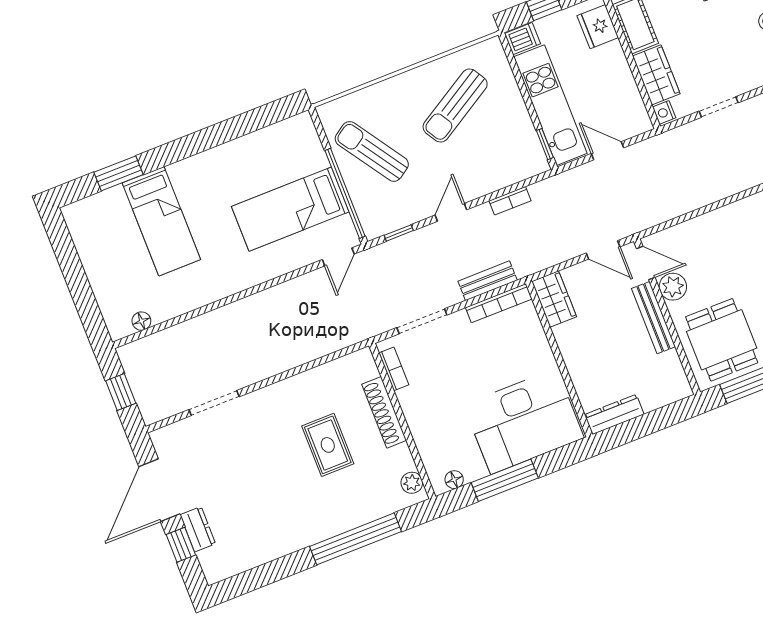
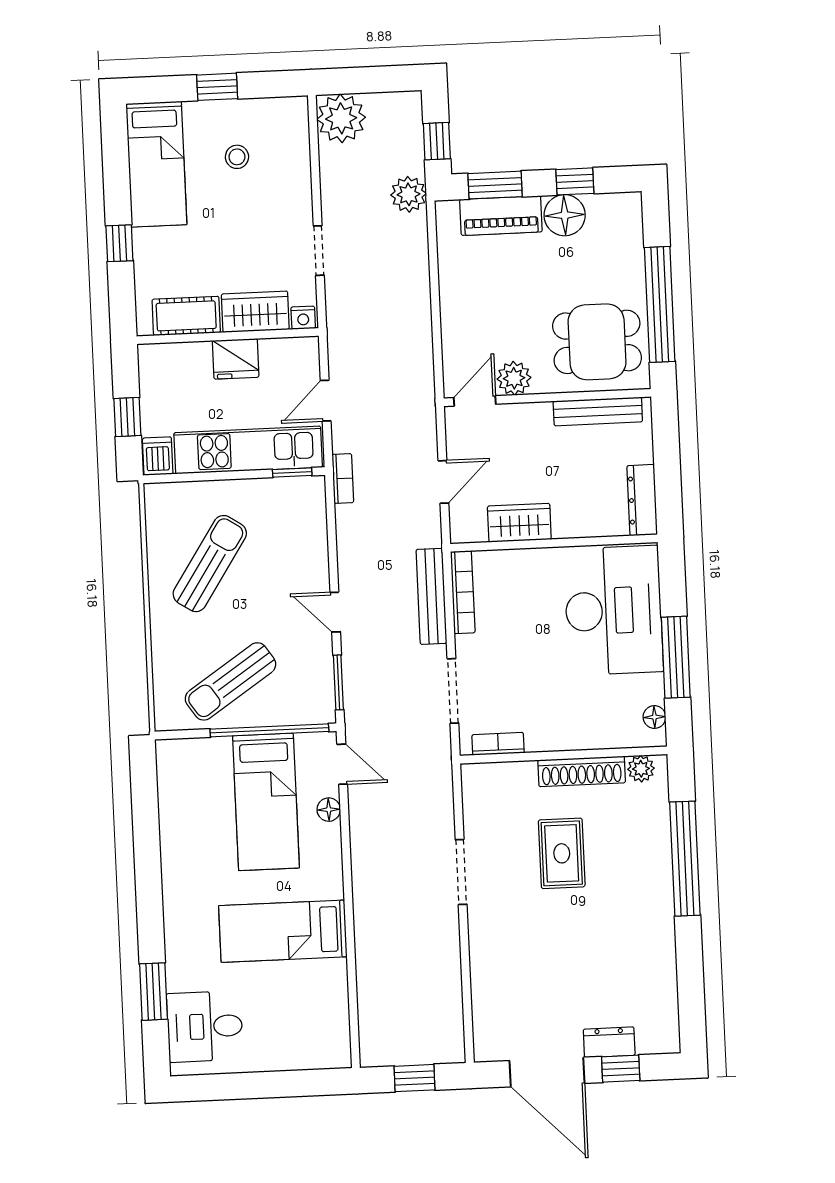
fridge: (598, 27) -> (236, 359), moved
sun lounger: (455, 106) -> (210, 564), turned -116
bookcase: (510, 201) -> (343, 478), moved
desk: (106, 221) -> (205, 1027), added
bed: (161, 221) -> (283, 931), moved, turned 180
window: (399, 233) -> (338, 682), width x1.50
door: (603, 250) -> (443, 482), moved
bench: (488, 281) -> (431, 596), width x1.36
wardrobe: (554, 299) -> (519, 523), moved
bench: (653, 318) -> (598, 411), moved
floor lamp: (141, 321) -> (329, 810), moved
doorway: (214, 403) -> (461, 872), moved
shoe rack: (384, 412) -> (582, 771), moved
rug: (328, 445) -> (562, 853), turned 90

